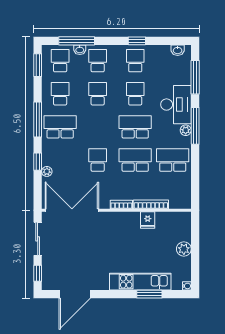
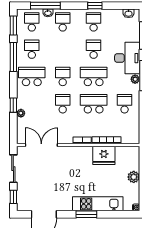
school desk: (98, 94) -> (63, 76), moved
window: (38, 119) -> (13, 57), moved
school desk: (173, 160) -> (125, 104), width x0.54
double door: (72, 210) -> (41, 145), width x0.73
fridge: (148, 220) -> (104, 155), width x1.88, depth x1.34
window: (149, 294) -> (86, 214), moved

